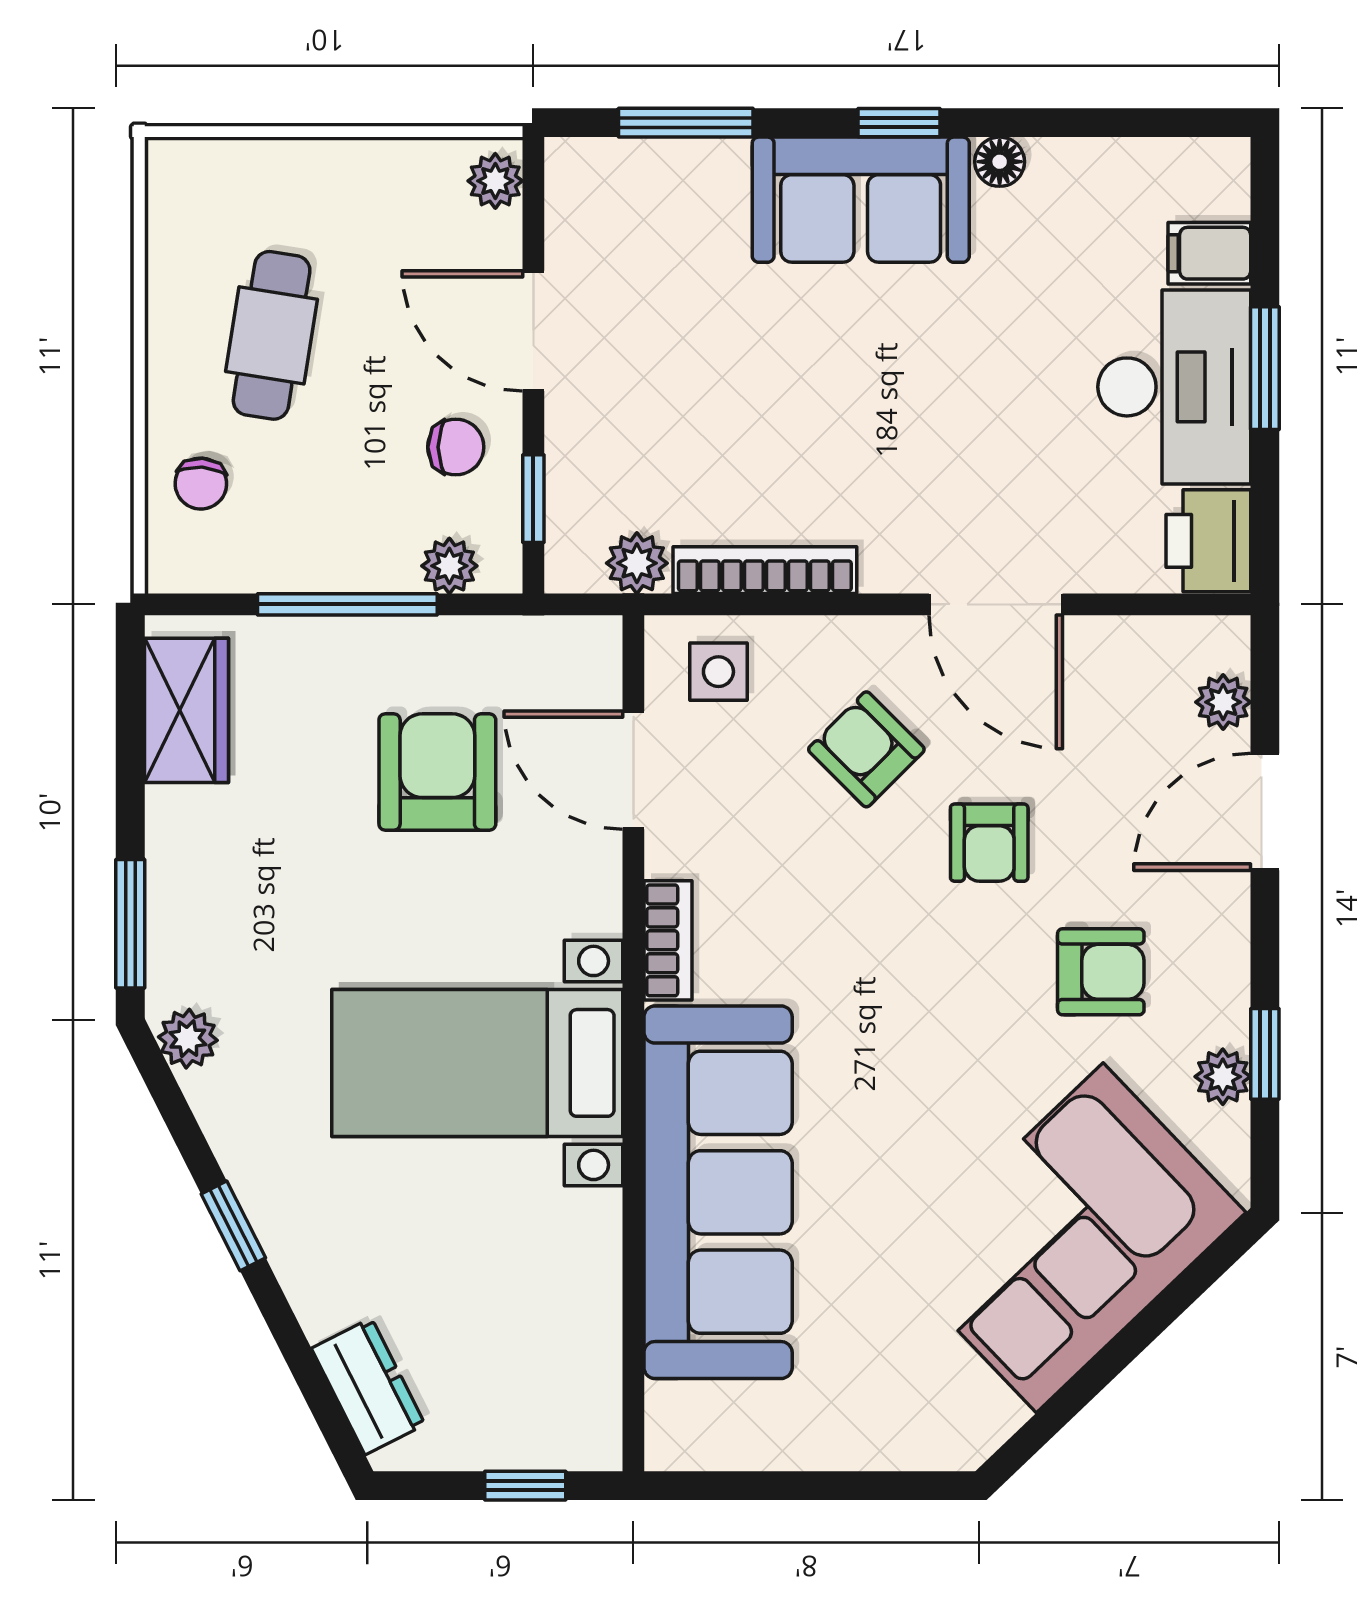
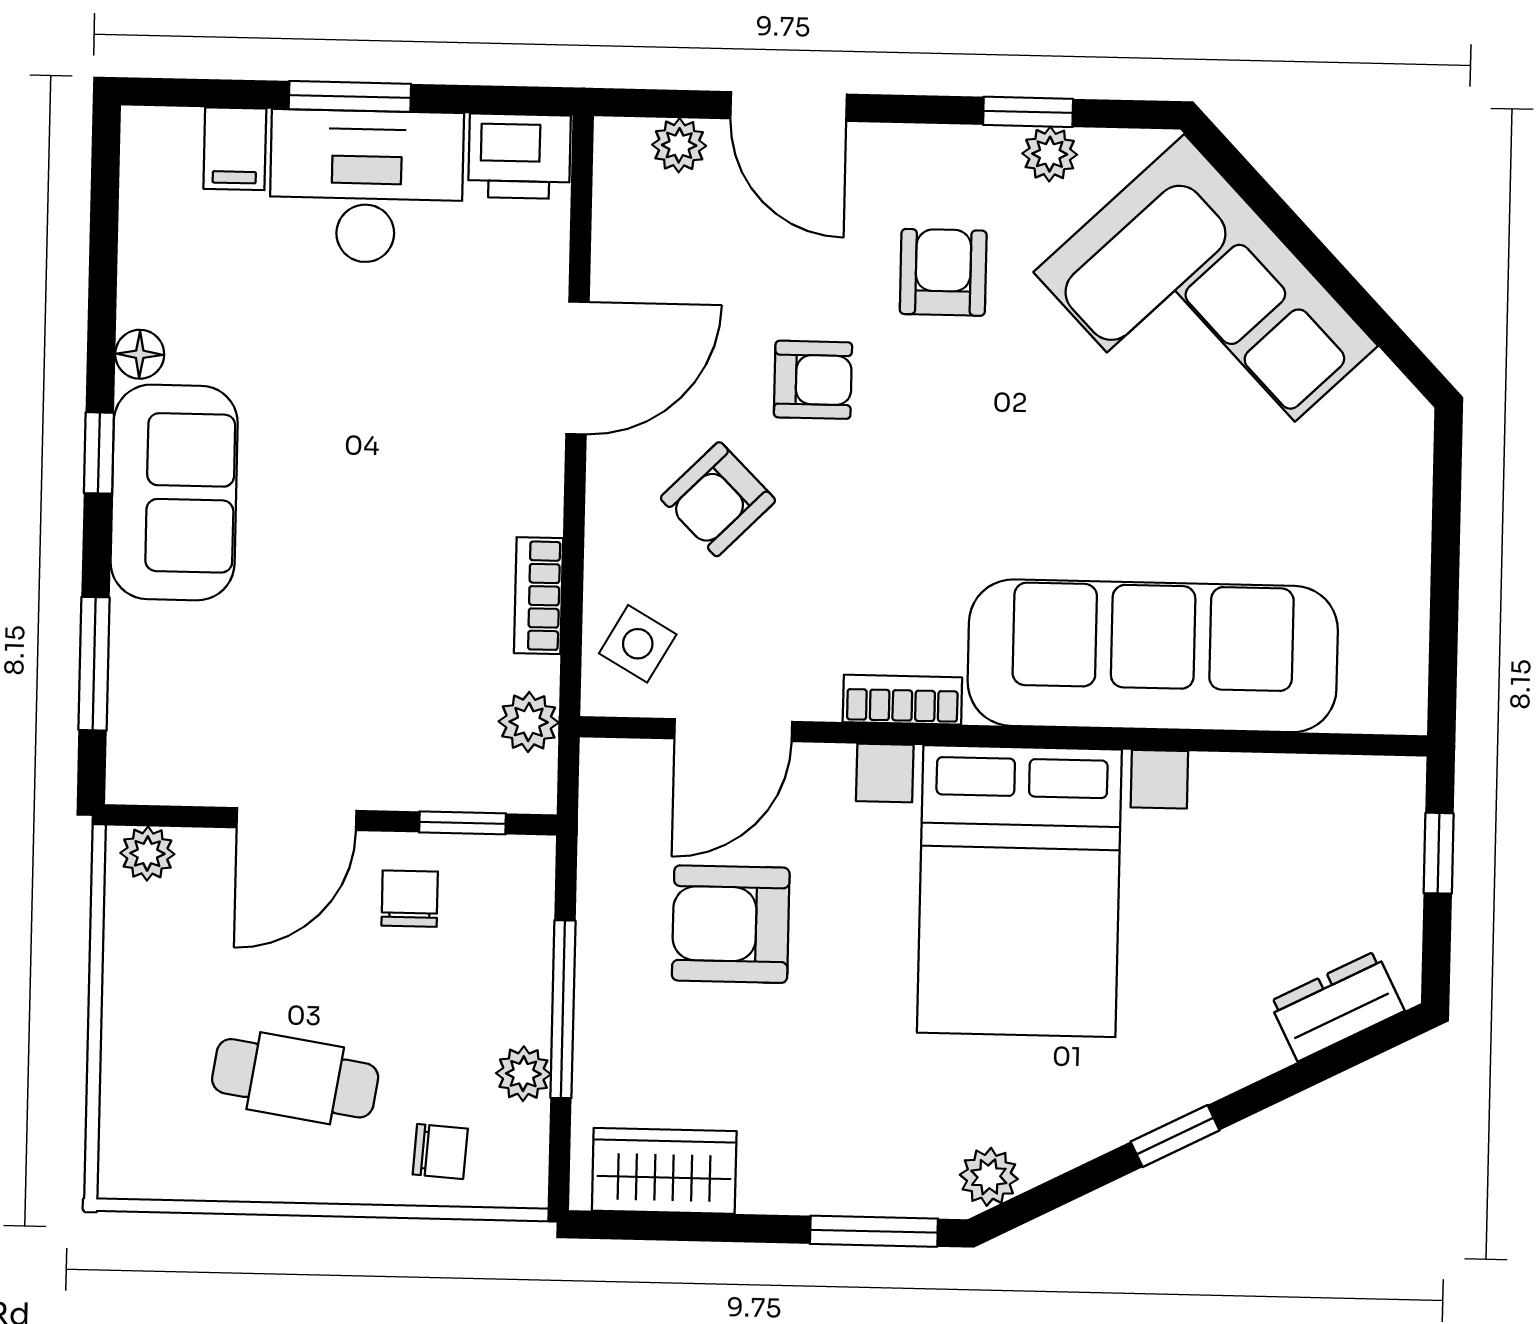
plant: (449, 566) -> (523, 1074), moved
bookcase: (765, 570) -> (538, 596), width x0.64
side table: (718, 672) -> (638, 644), turned 30
bed with nightstands: (477, 1063) -> (1019, 891), width x1.36

